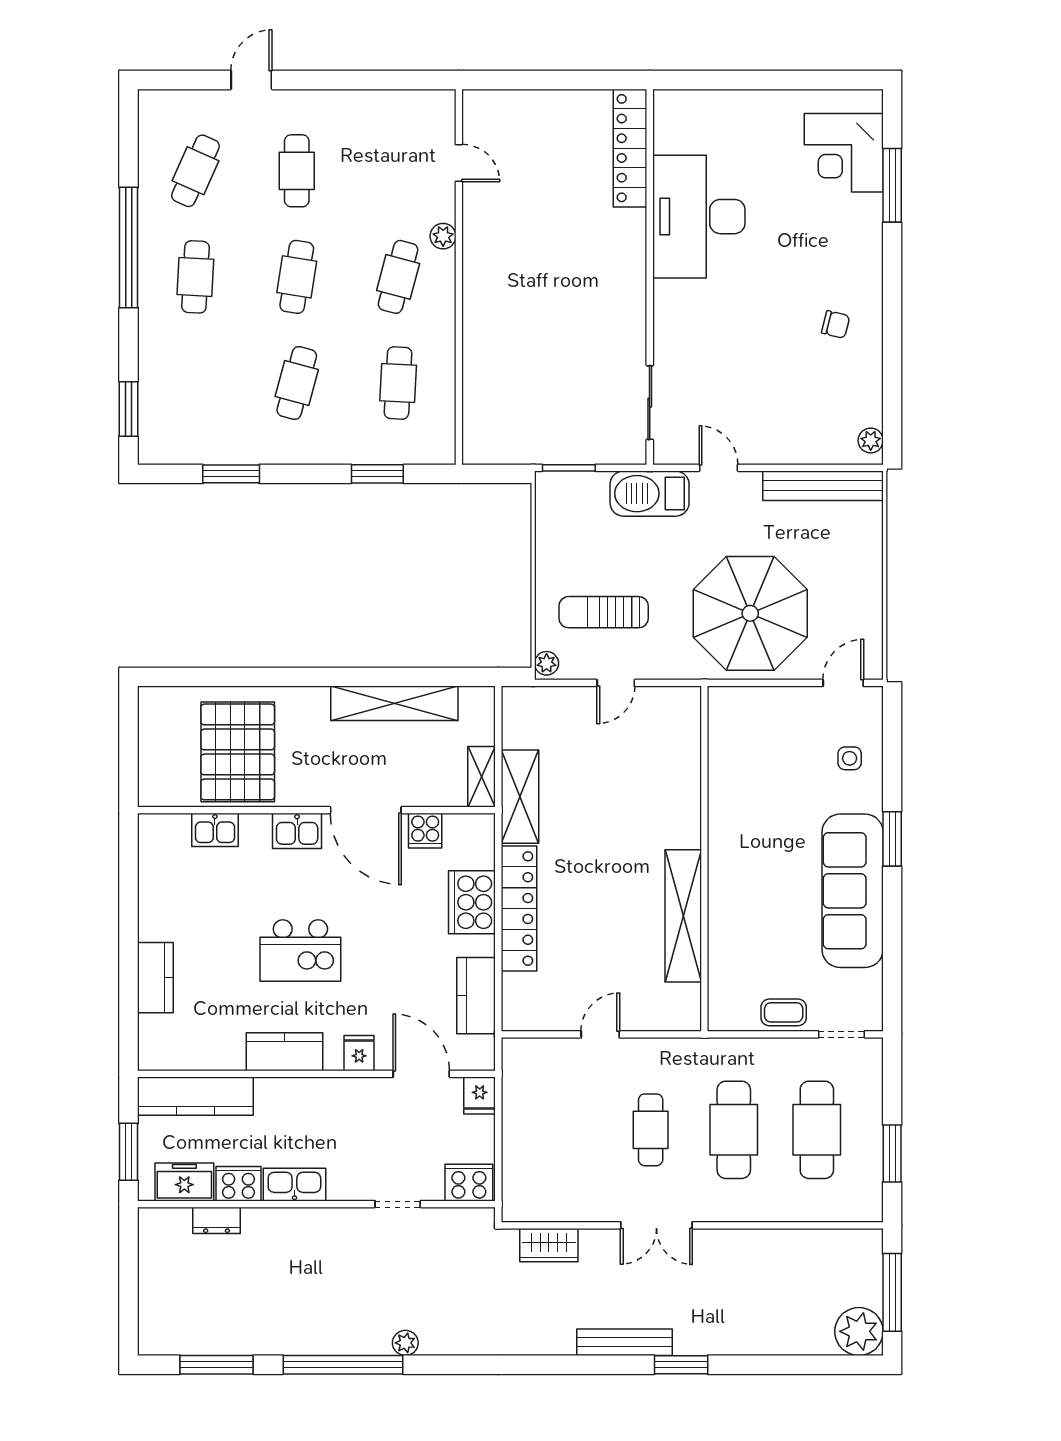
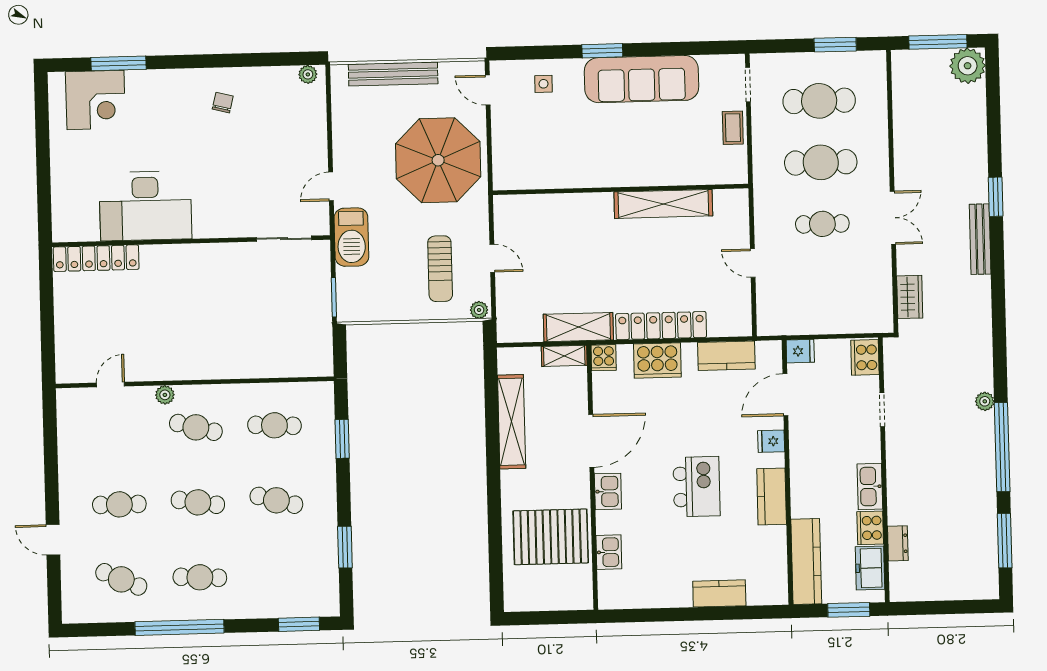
bench: (823, 486) -> (393, 74), moved, turned 90
cooker: (425, 831) -> (604, 358), moved, turned 90

